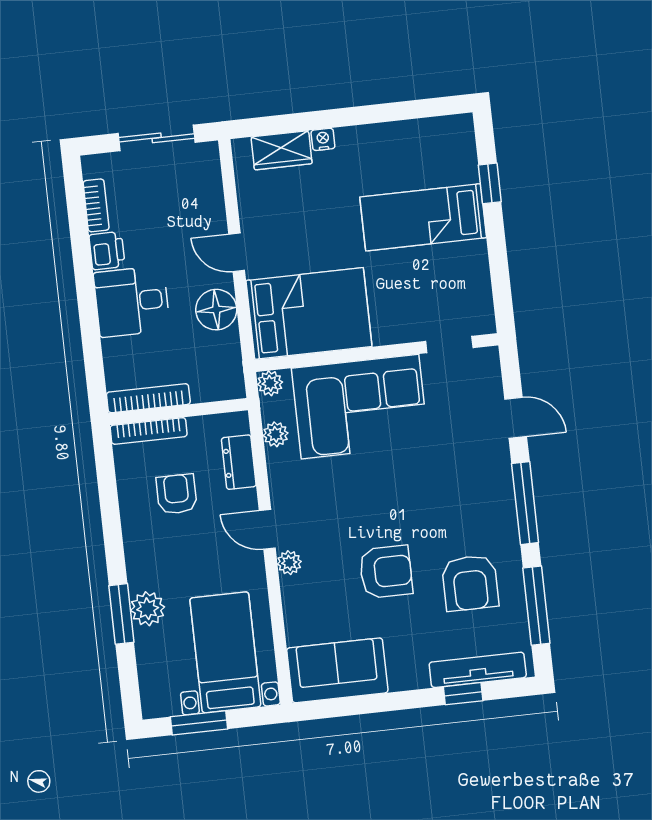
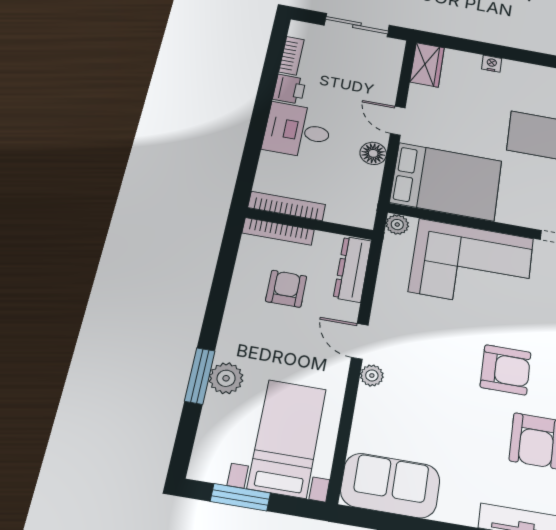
wardrobe: (282, 150) -> (427, 65), moved, turned -90
floor lamp: (216, 310) -> (373, 153), width x0.73, depth x0.73
plant: (276, 434) -> (390, 266), removed
dresser: (239, 462) -> (352, 269), width x1.44
armchair: (386, 572) -> (506, 370), moved

